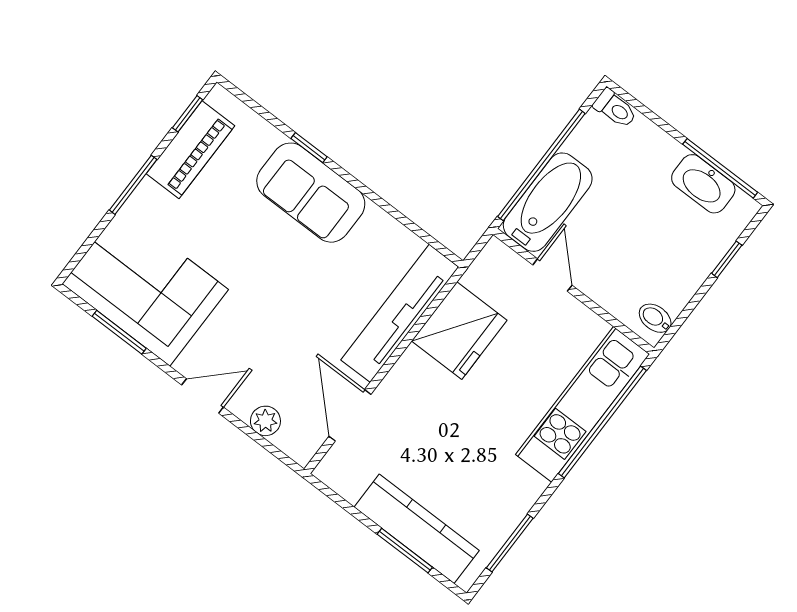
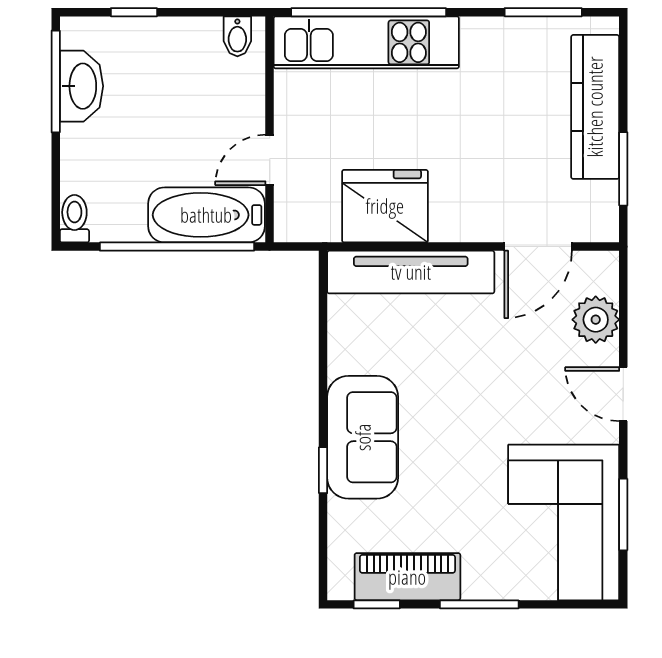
plant: (265, 421) -> (596, 320), width x1.38, depth x1.38
window: (405, 551) -> (623, 169), moved

